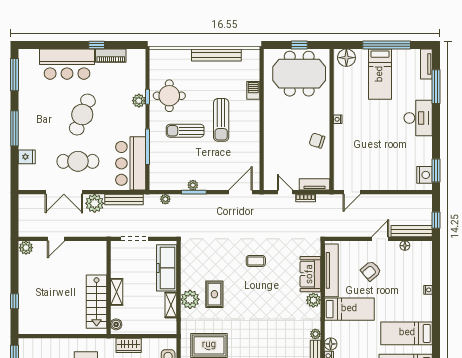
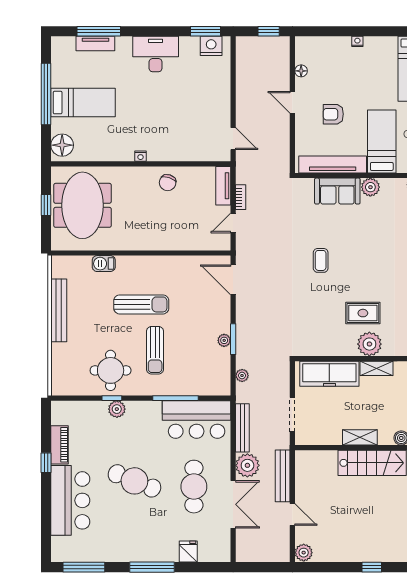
tv unit: (426, 64) -> (95, 44), moved
desk: (418, 118) -> (156, 54), moved
bench: (412, 231) -> (283, 476), moved
armchair: (371, 271) -> (333, 114), turned 130

